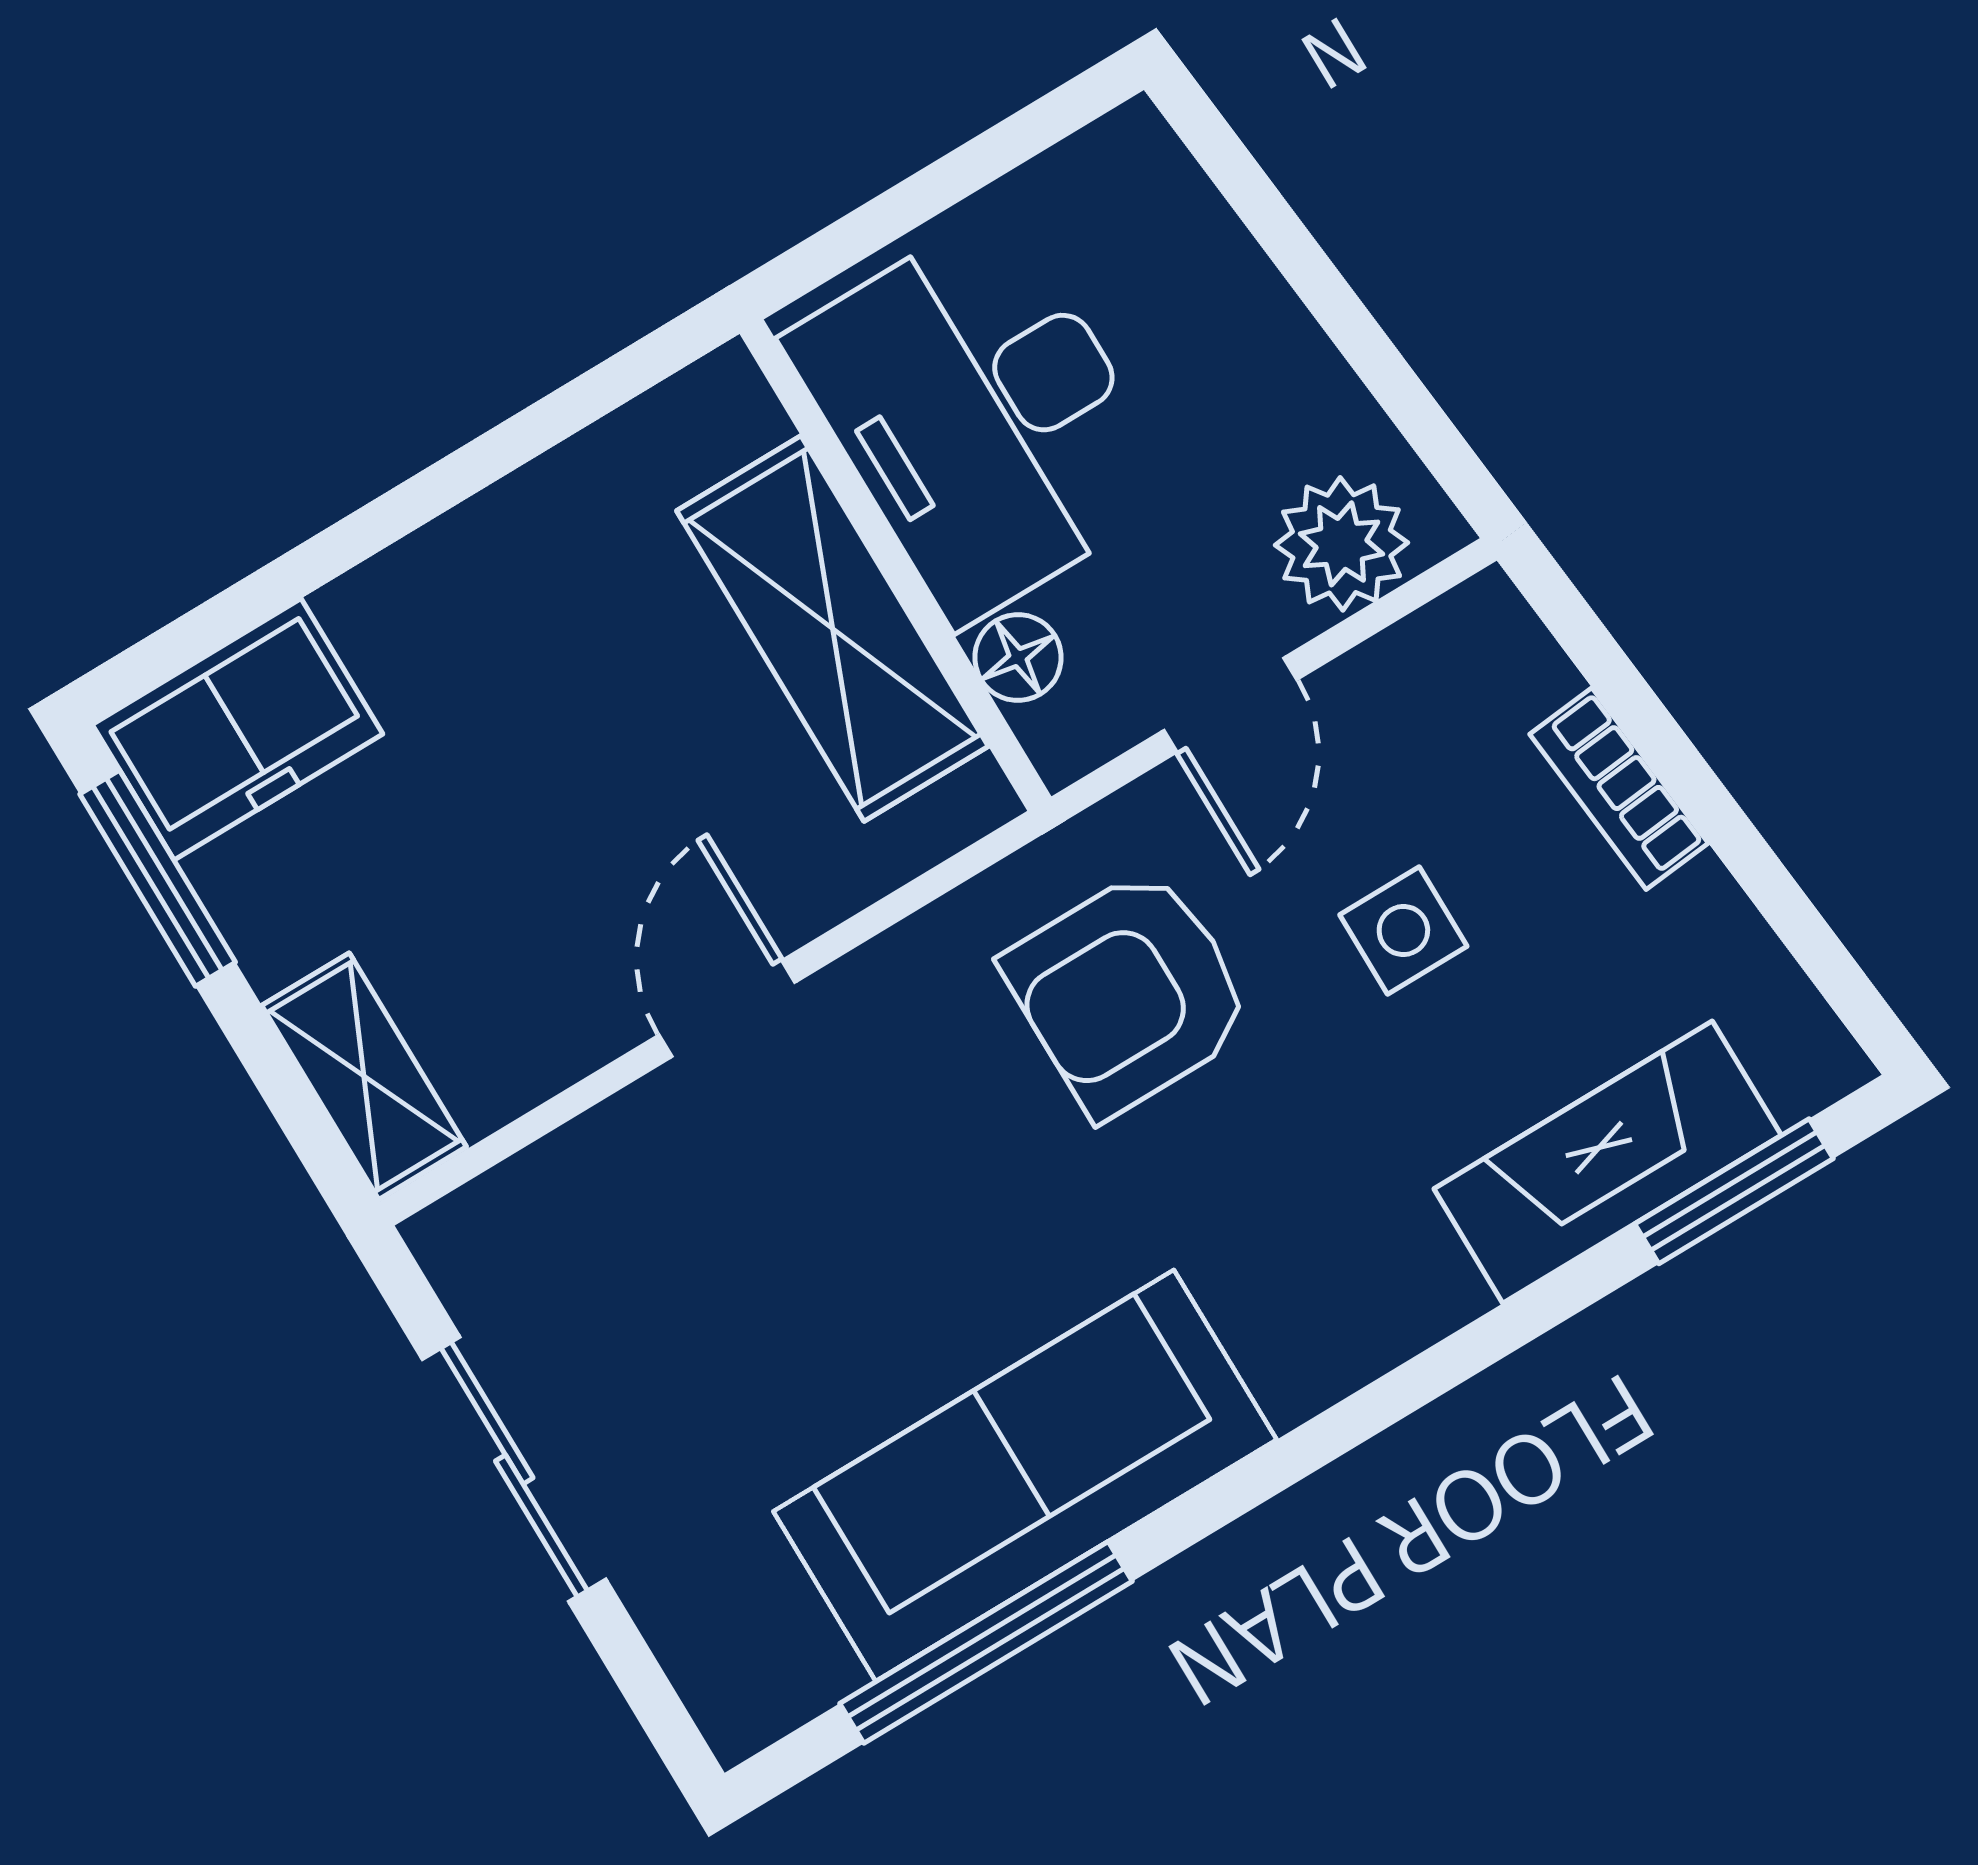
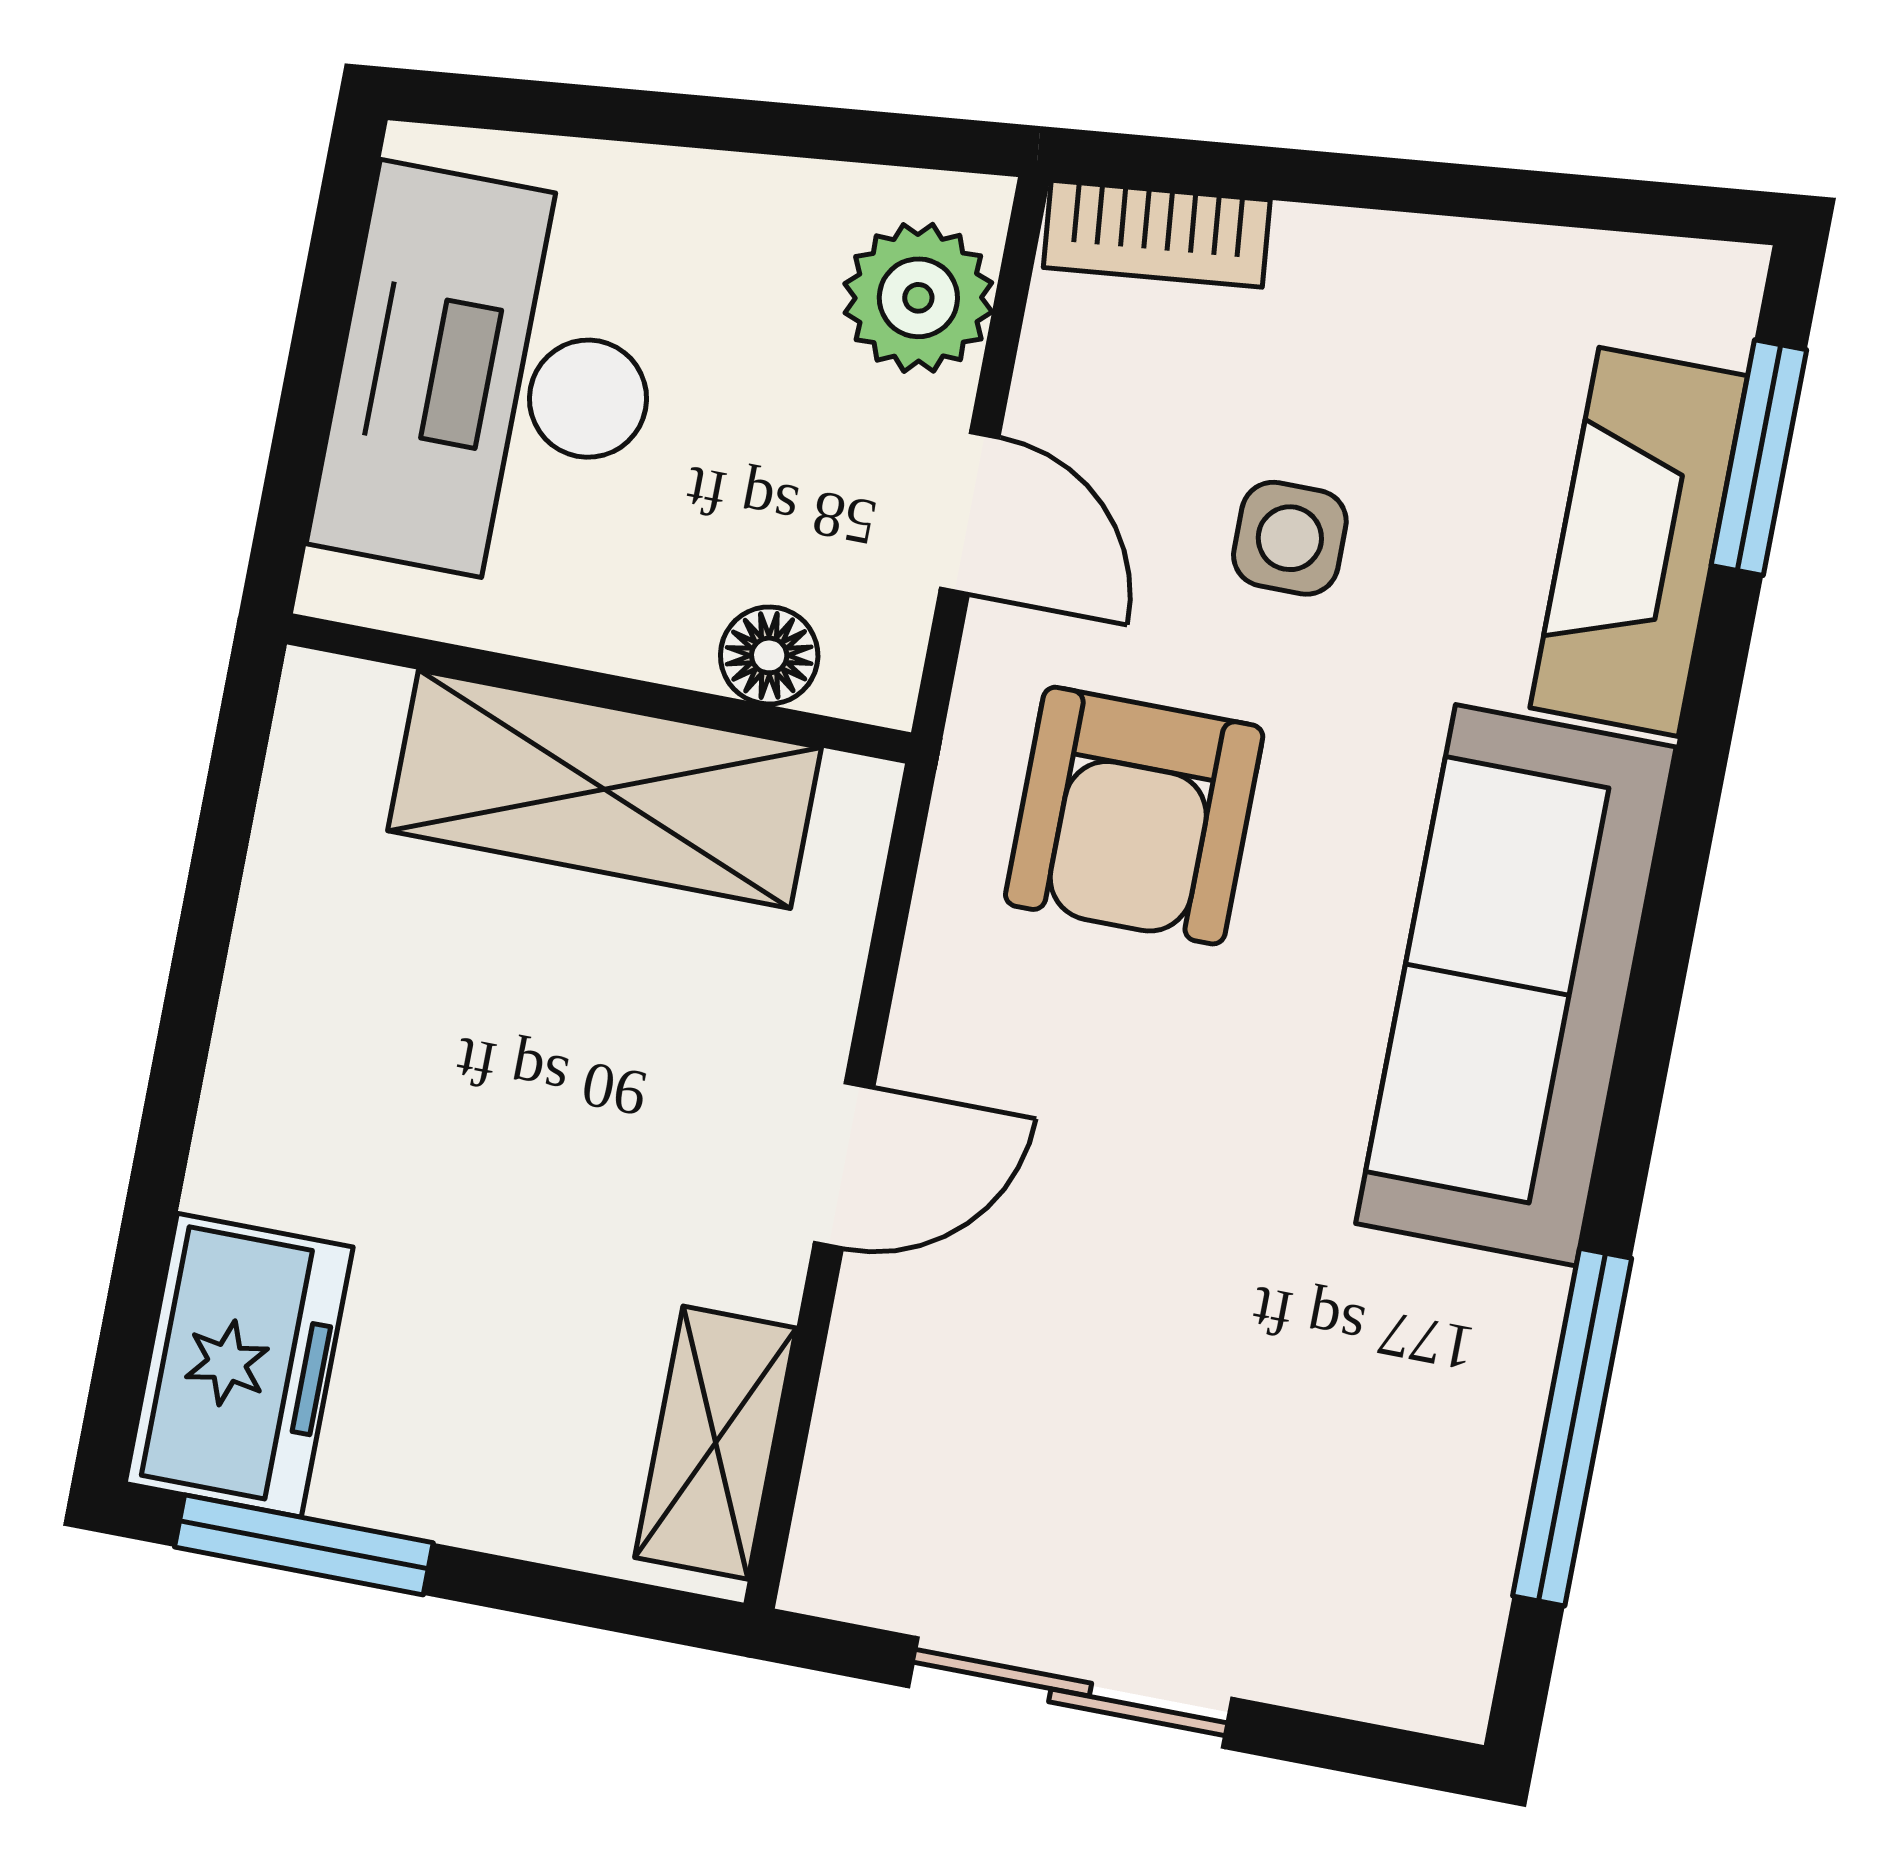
desk: (981, 416) -> (494, 381), moved, turned 90
bookcase: (1619, 789) -> (1157, 234), moved
door: (727, 1009) -> (844, 1165), swing flipped
shelving: (364, 1076) -> (716, 1443), moved, turned 90
sofa: (1025, 1475) -> (1516, 985), moved

